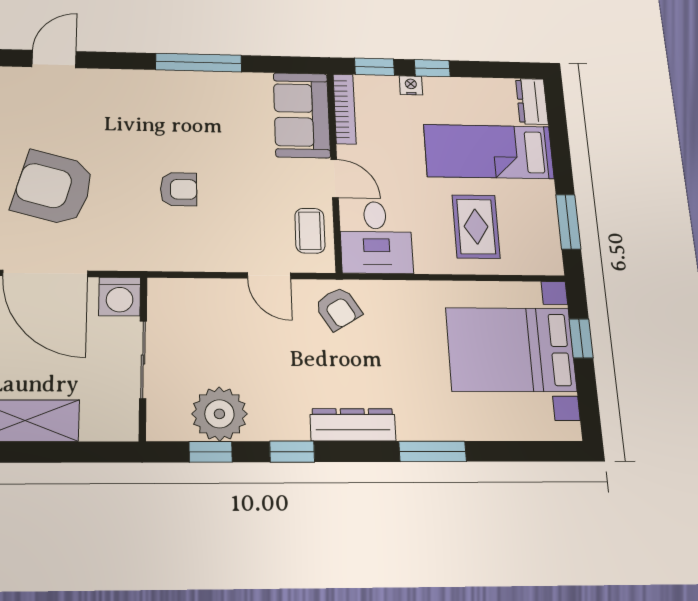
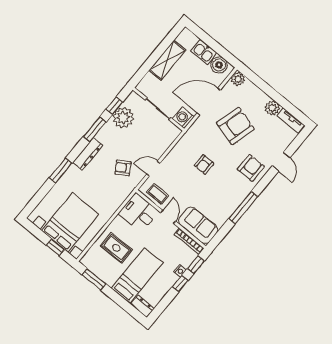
armchair: (112, 102) -> (251, 168), added
door: (335, 178) -> (168, 217), swing flipped
armchair: (338, 309) -> (123, 168), moved
window: (292, 452) -> (95, 129), width x1.50

